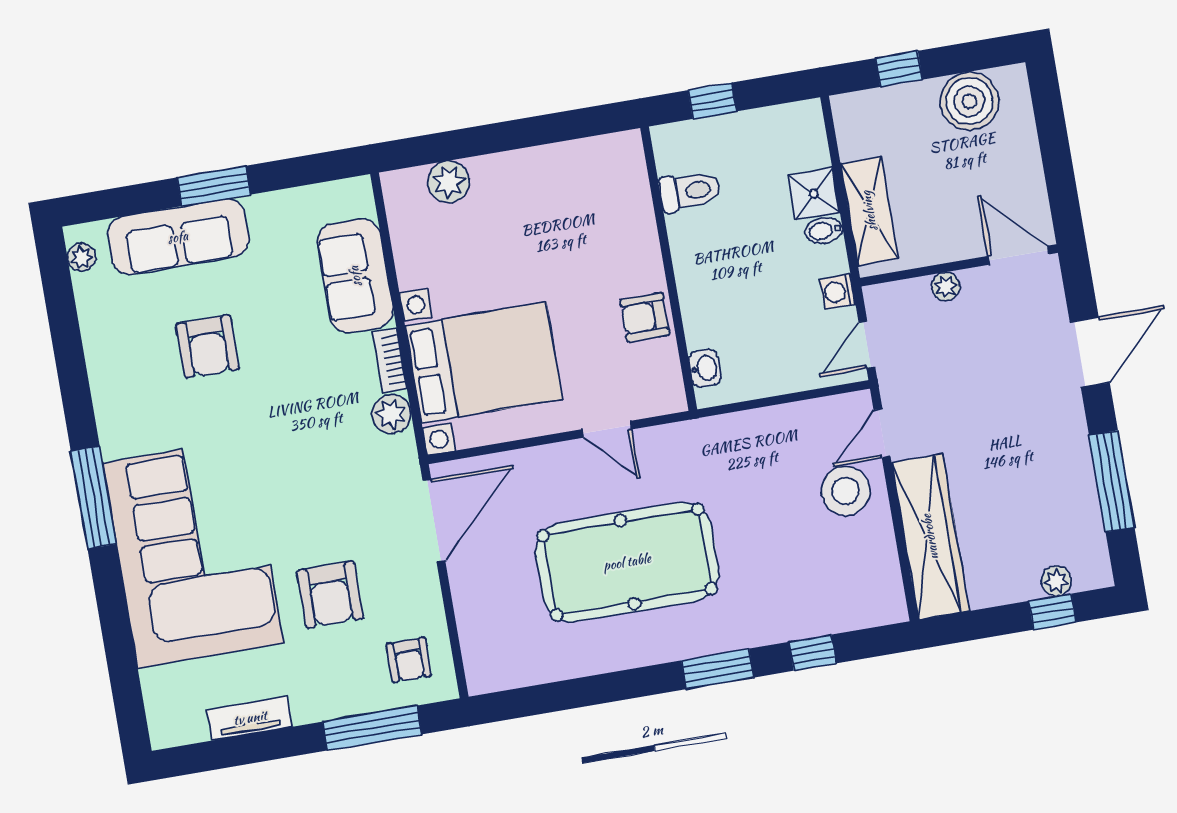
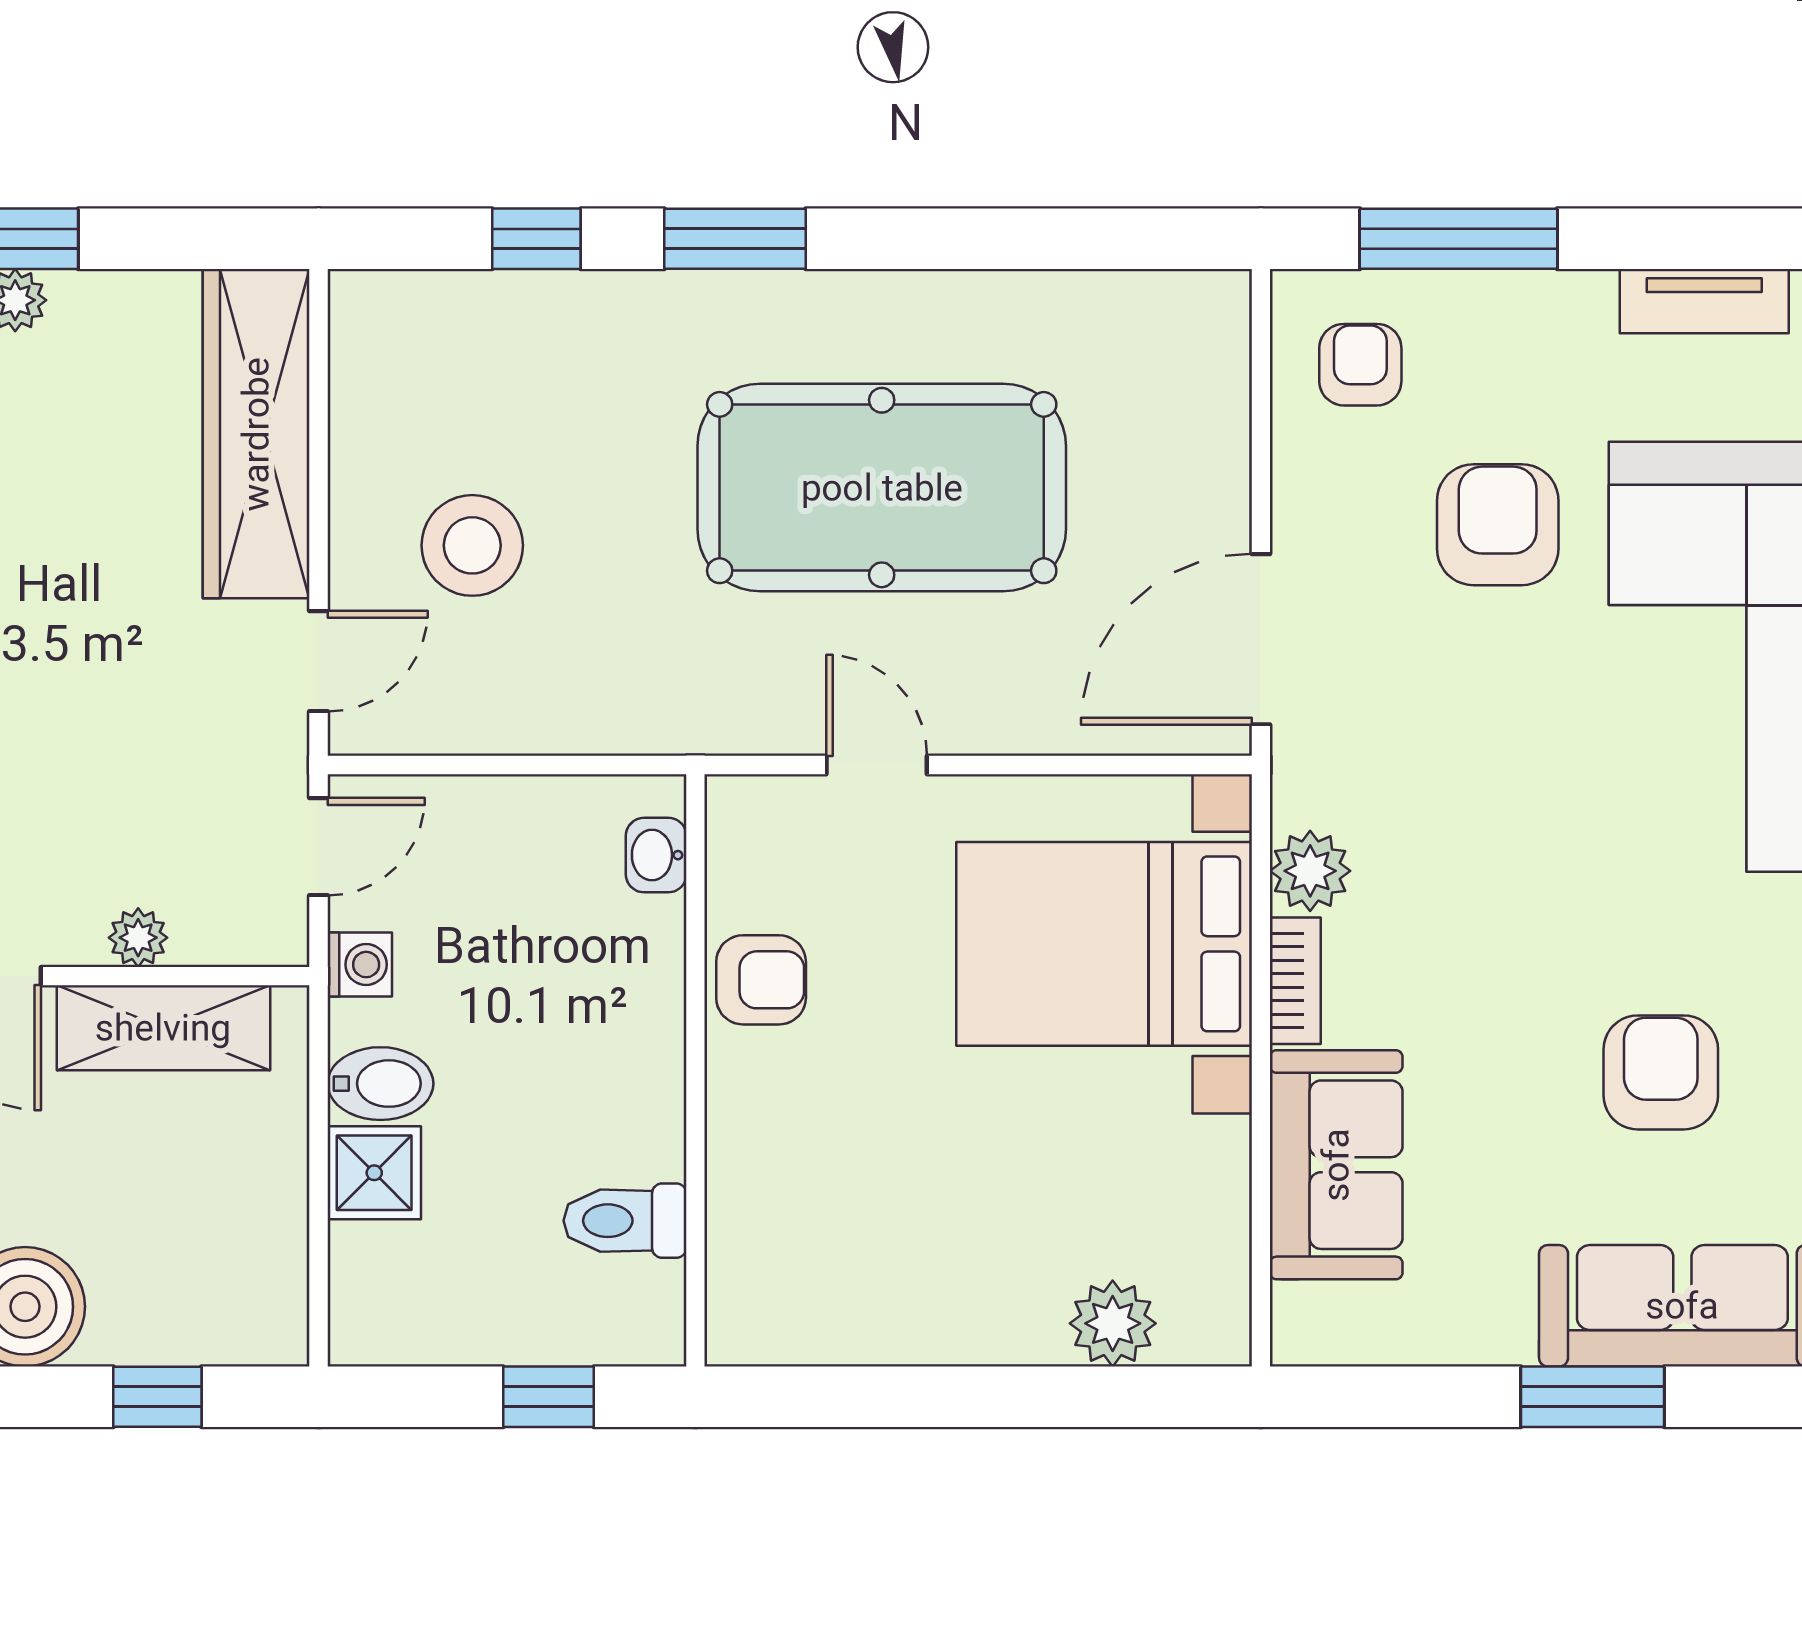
shelving: (869, 211) -> (163, 1028), moved, turned 90
bidet: (824, 231) -> (380, 1084), width x1.38, depth x1.36
stool: (846, 491) -> (472, 545), moved

